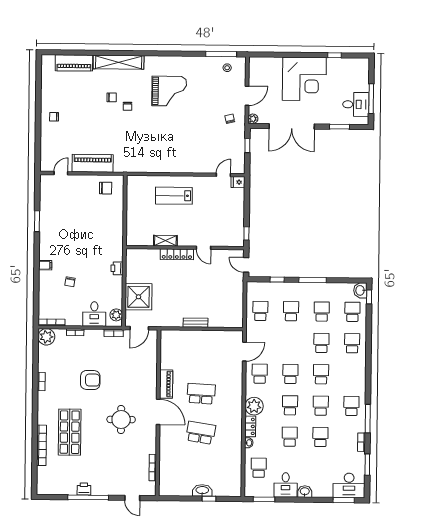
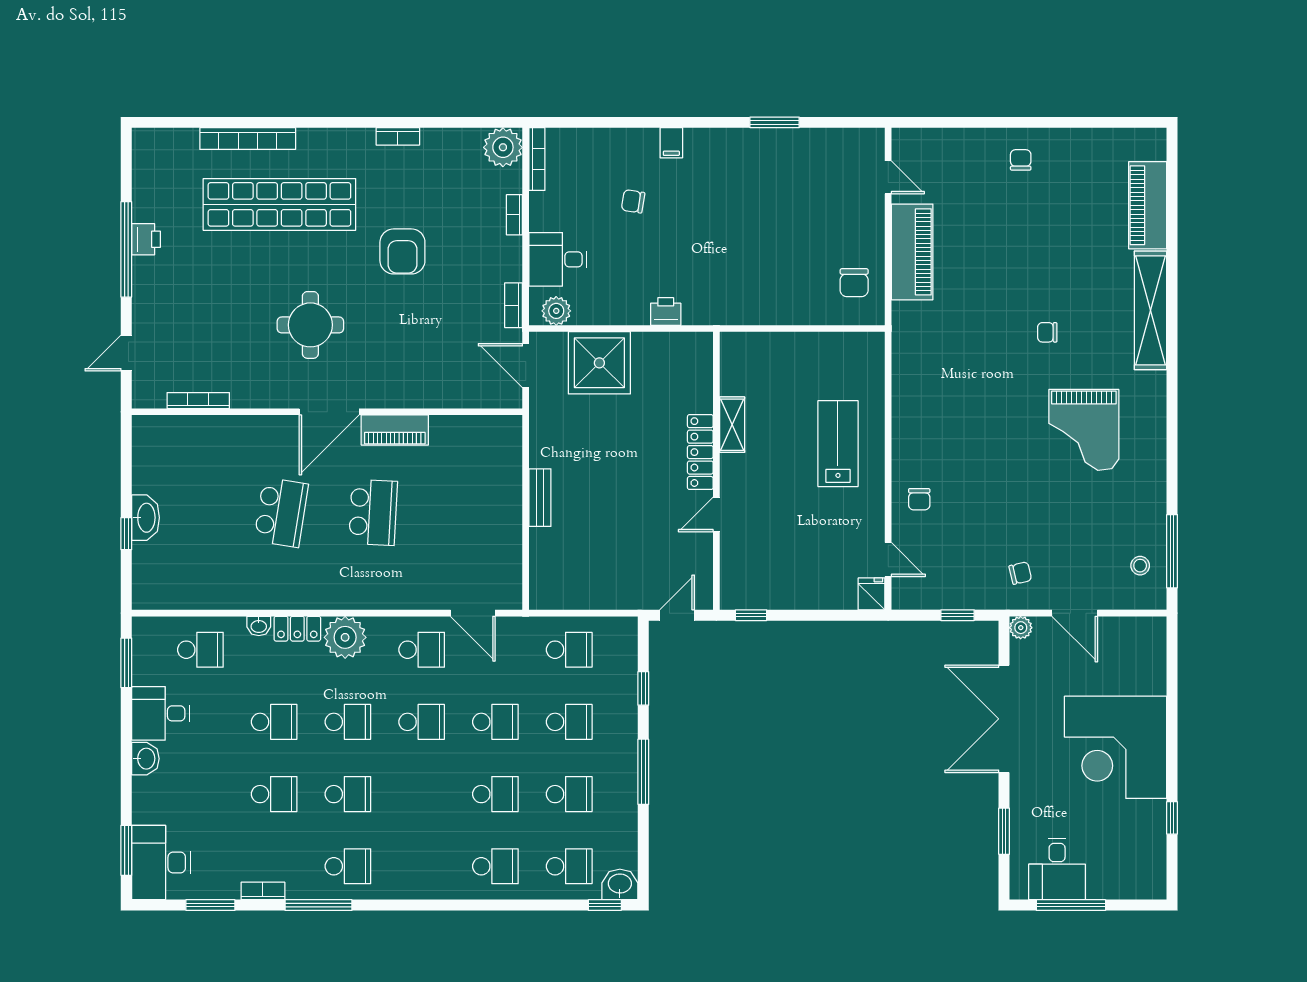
chair: (112, 97) -> (919, 499), moved
school desk: (321, 374) -> (495, 722), moved
shop shelf: (70, 432) -> (279, 204), width x1.40

